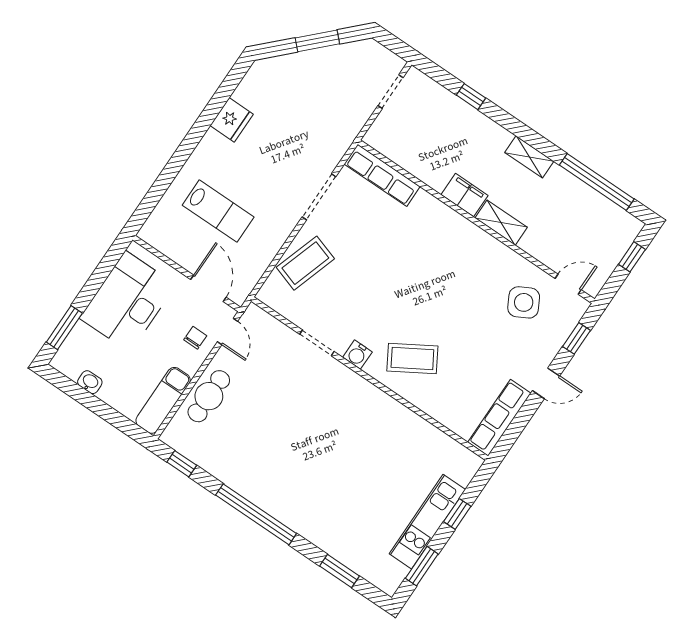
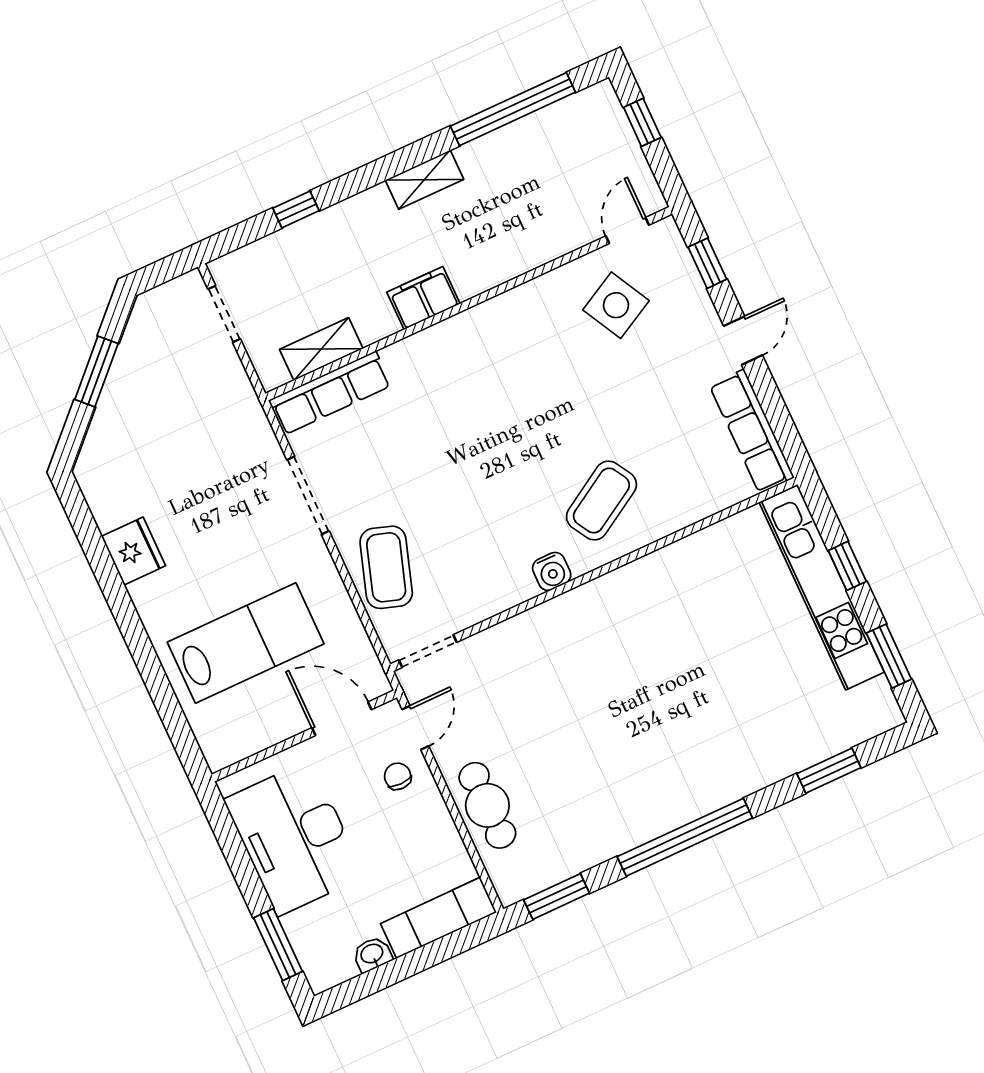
lab bench: (218, 211) -> (246, 643), width x1.36, depth x1.39
shelving: (501, 223) -> (321, 349), moved
door: (228, 331) -> (415, 728), hinge flipped
doorway: (317, 343) -> (428, 651), moved
exam couch: (163, 400) -> (438, 918), moved, turned 90
window: (182, 464) -> (557, 897), width x1.50
kitchen unit: (427, 522) -> (822, 587), width x1.36

